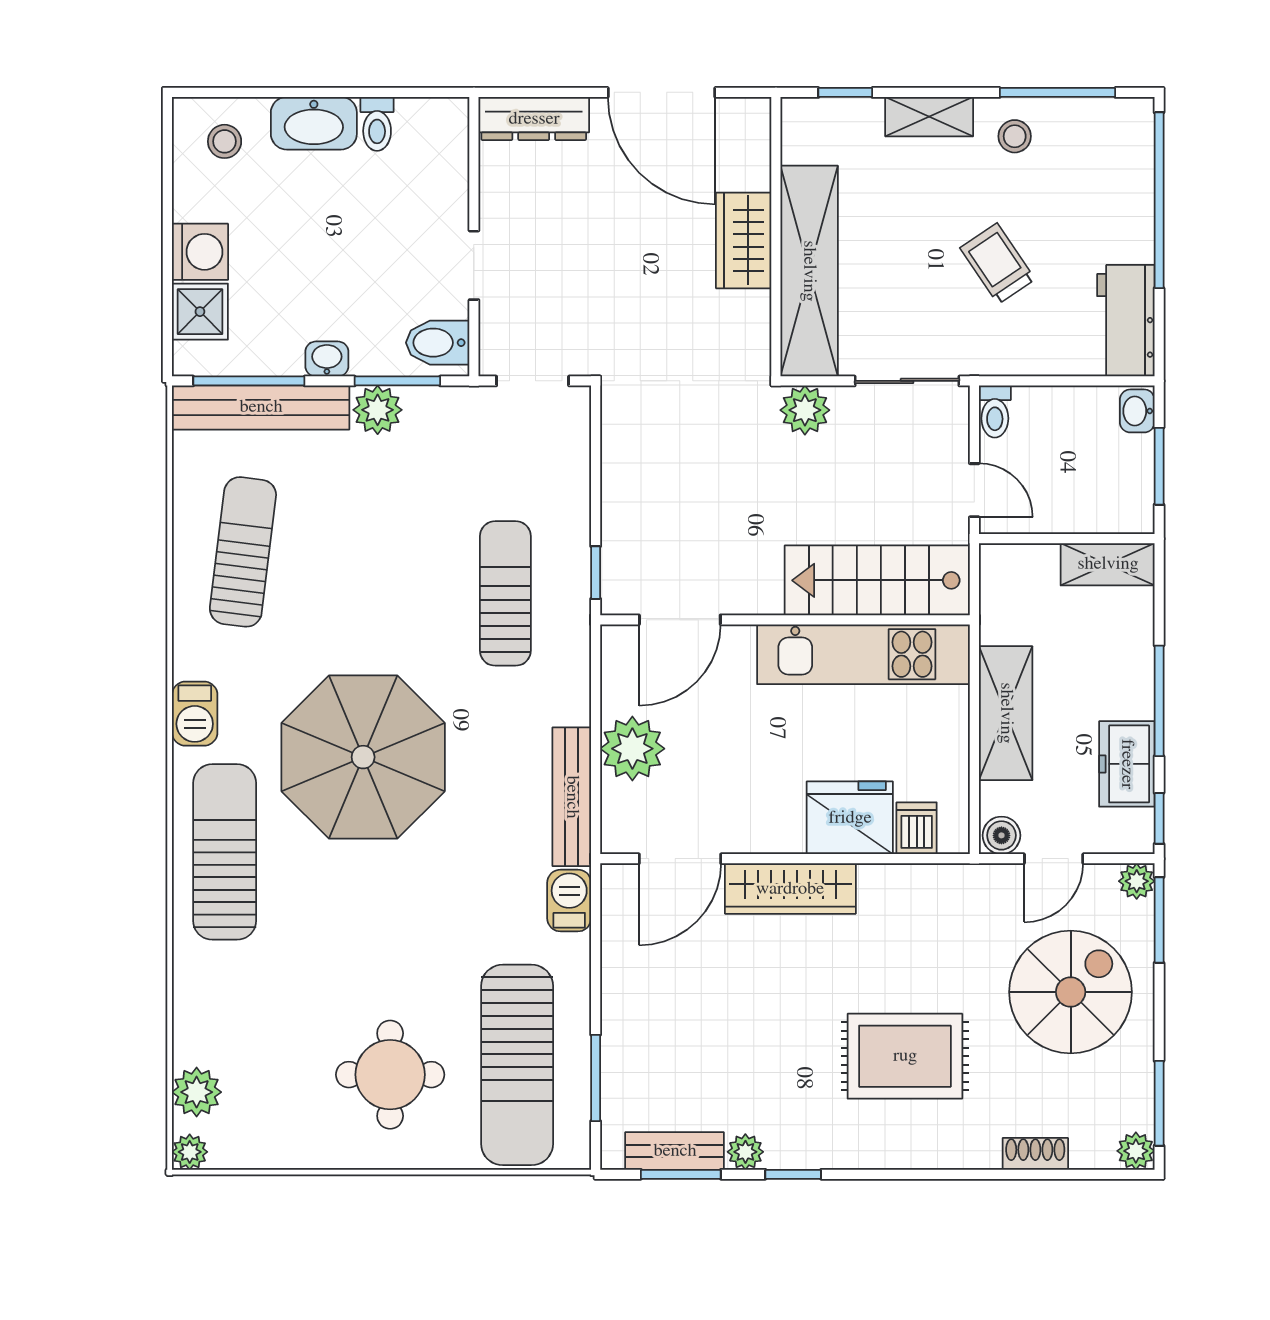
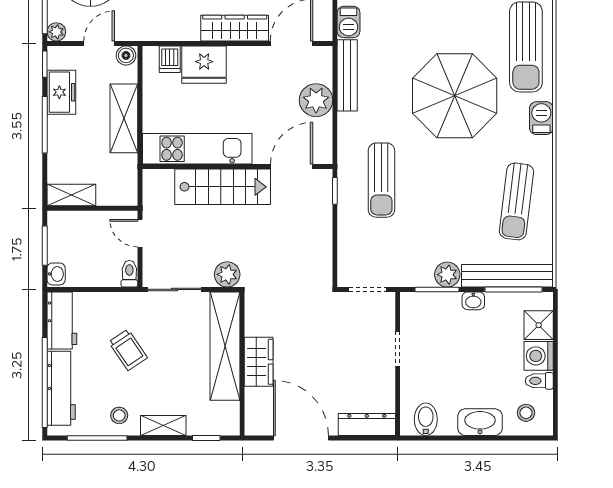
toilet: (377, 124) -> (539, 381), moved, turned -90
workbench: (1127, 189) -> (61, 388), added
bidet: (438, 343) -> (426, 419), moved, turned -90
stairs: (877, 580) -> (223, 187), moved

